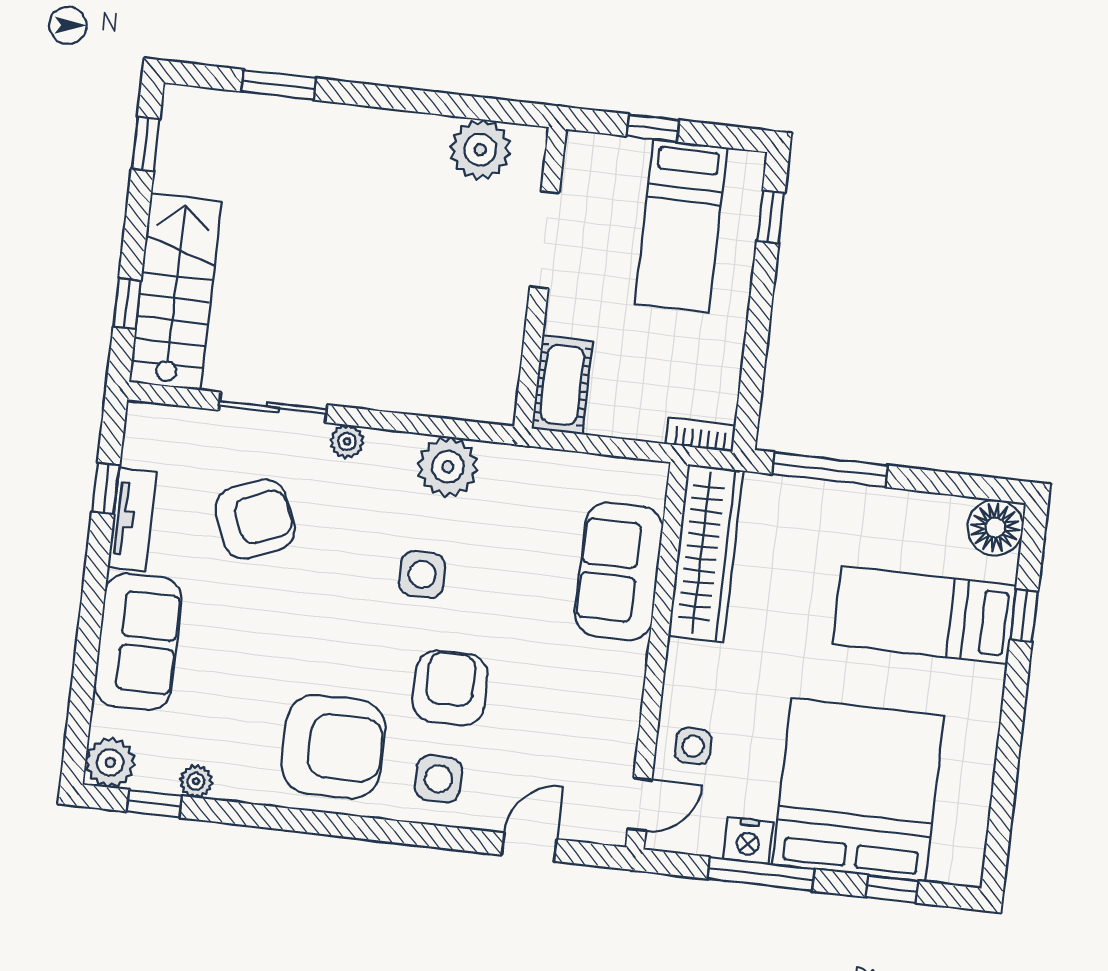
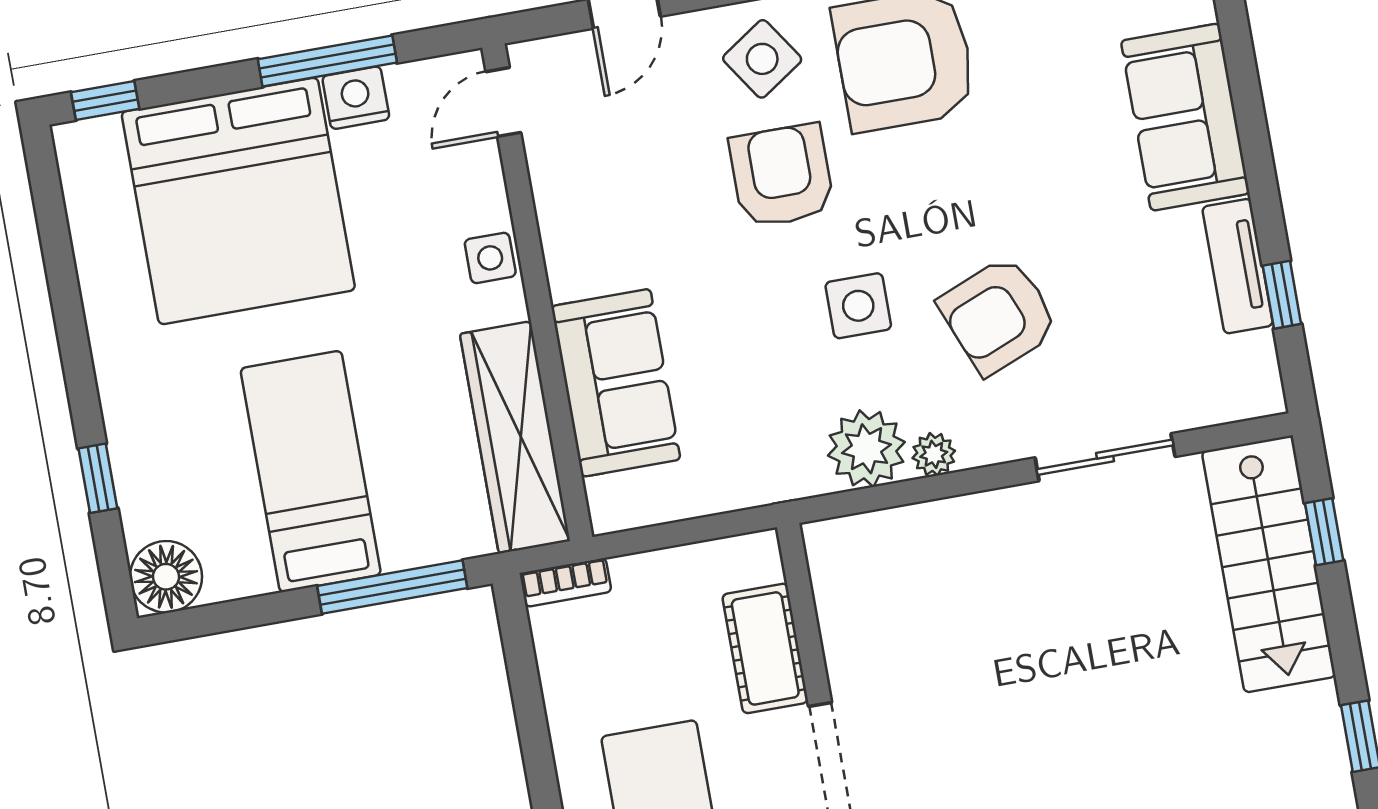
cot: (562, 385) -> (765, 648), moved
plant: (347, 442) -> (934, 454), moved
armchair: (255, 519) -> (998, 315), moved
bed: (924, 615) -> (311, 472), moved, turned -90
armchair: (450, 688) -> (782, 176), turned 180
side table: (693, 746) -> (490, 258), moved
side table: (438, 779) -> (762, 59), turned -34
window: (892, 889) -> (105, 101), moved

